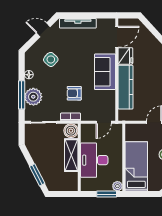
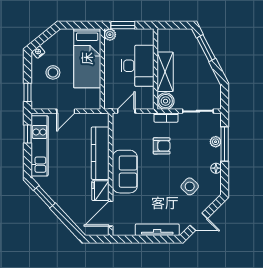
plant: (33, 97) -> (216, 142), width x0.53, depth x0.53

